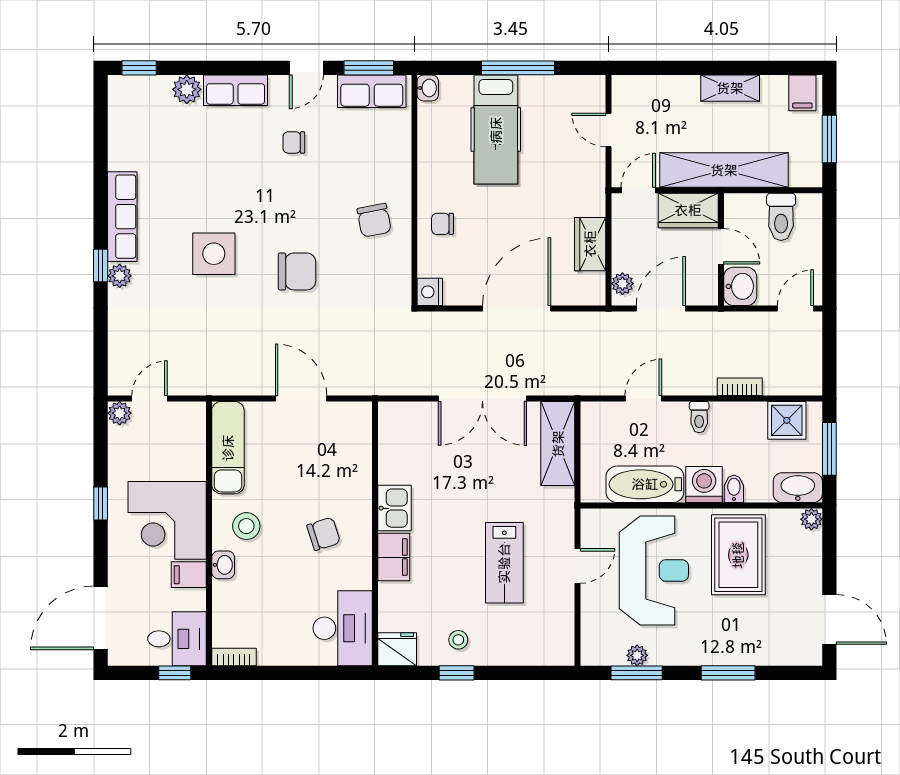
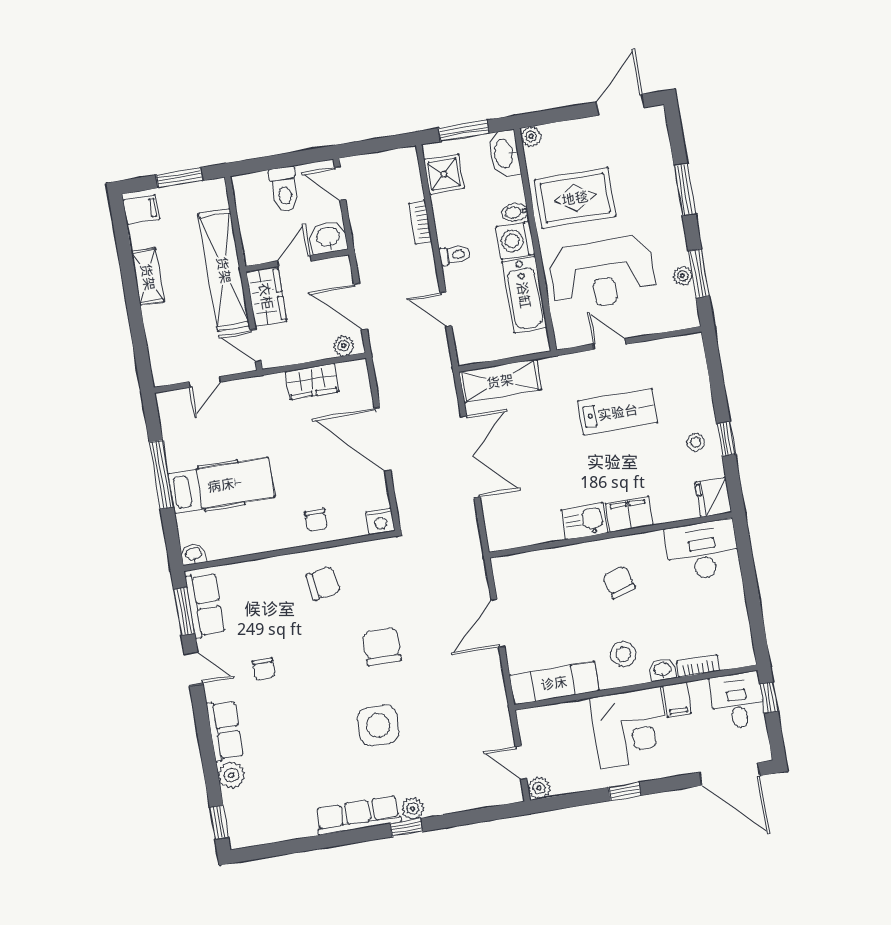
toilet: (781, 217) -> (284, 189), moved, turned 90
reception desk: (654, 570) -> (602, 273), turned 180
bookcase: (234, 657) -> (698, 666), moved, turned 90

